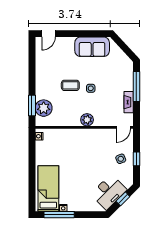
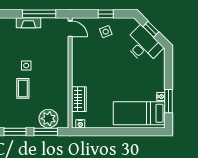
window: (32, 78) -> (15, 132), added
window: (136, 86) -> (39, 14), moved
fireplace: (129, 102) -> (28, 23), moved
plant: (87, 120) -> (62, 70), removed
wardrobe: (61, 135) -> (79, 99), added
window: (59, 215) -> (169, 101), width x0.69

